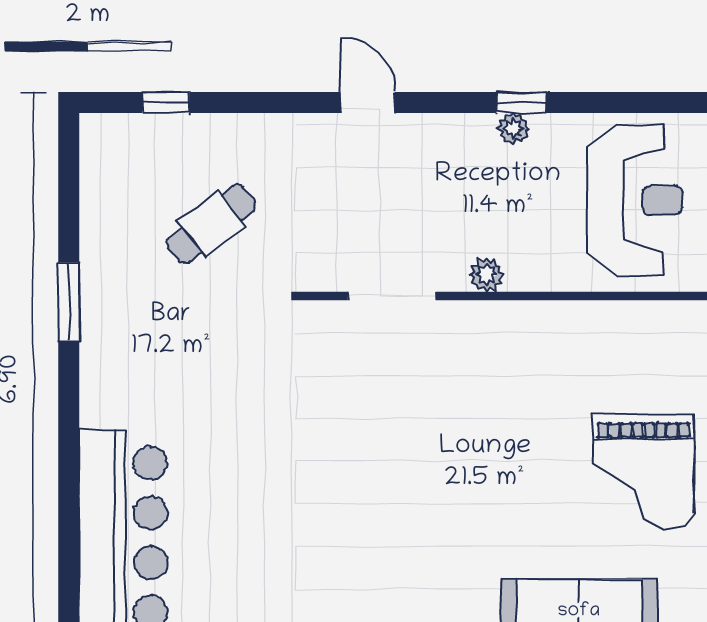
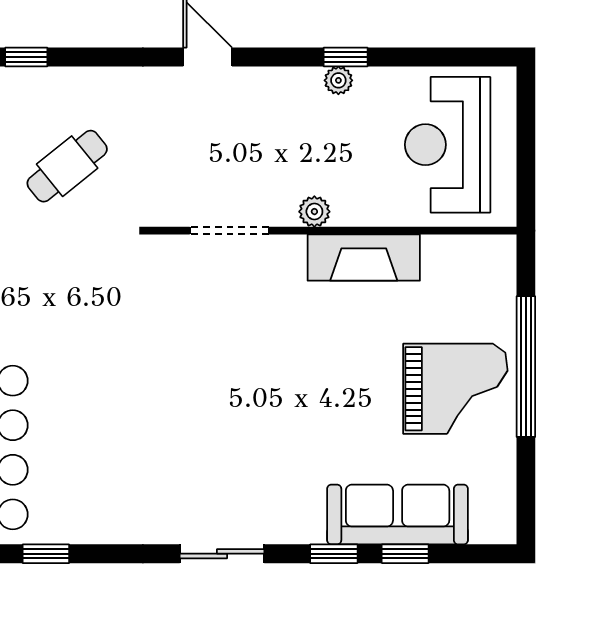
reception desk: (635, 200) -> (448, 145), turned 180
fireplace: (541, 326) -> (364, 258), added
grand piano: (644, 472) -> (455, 389), turned -90

